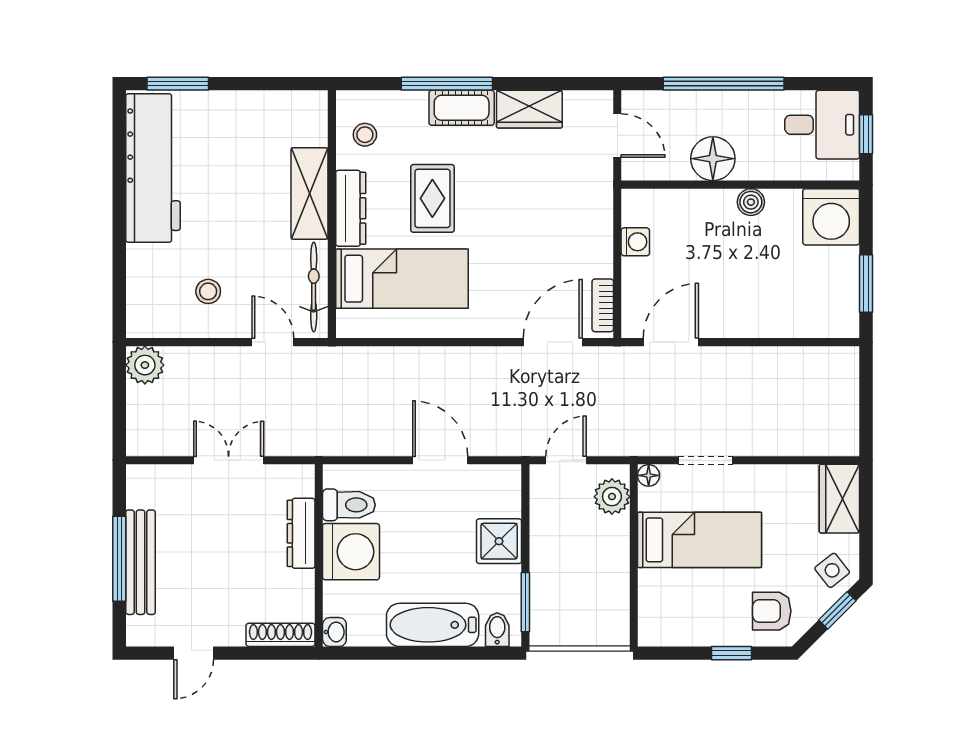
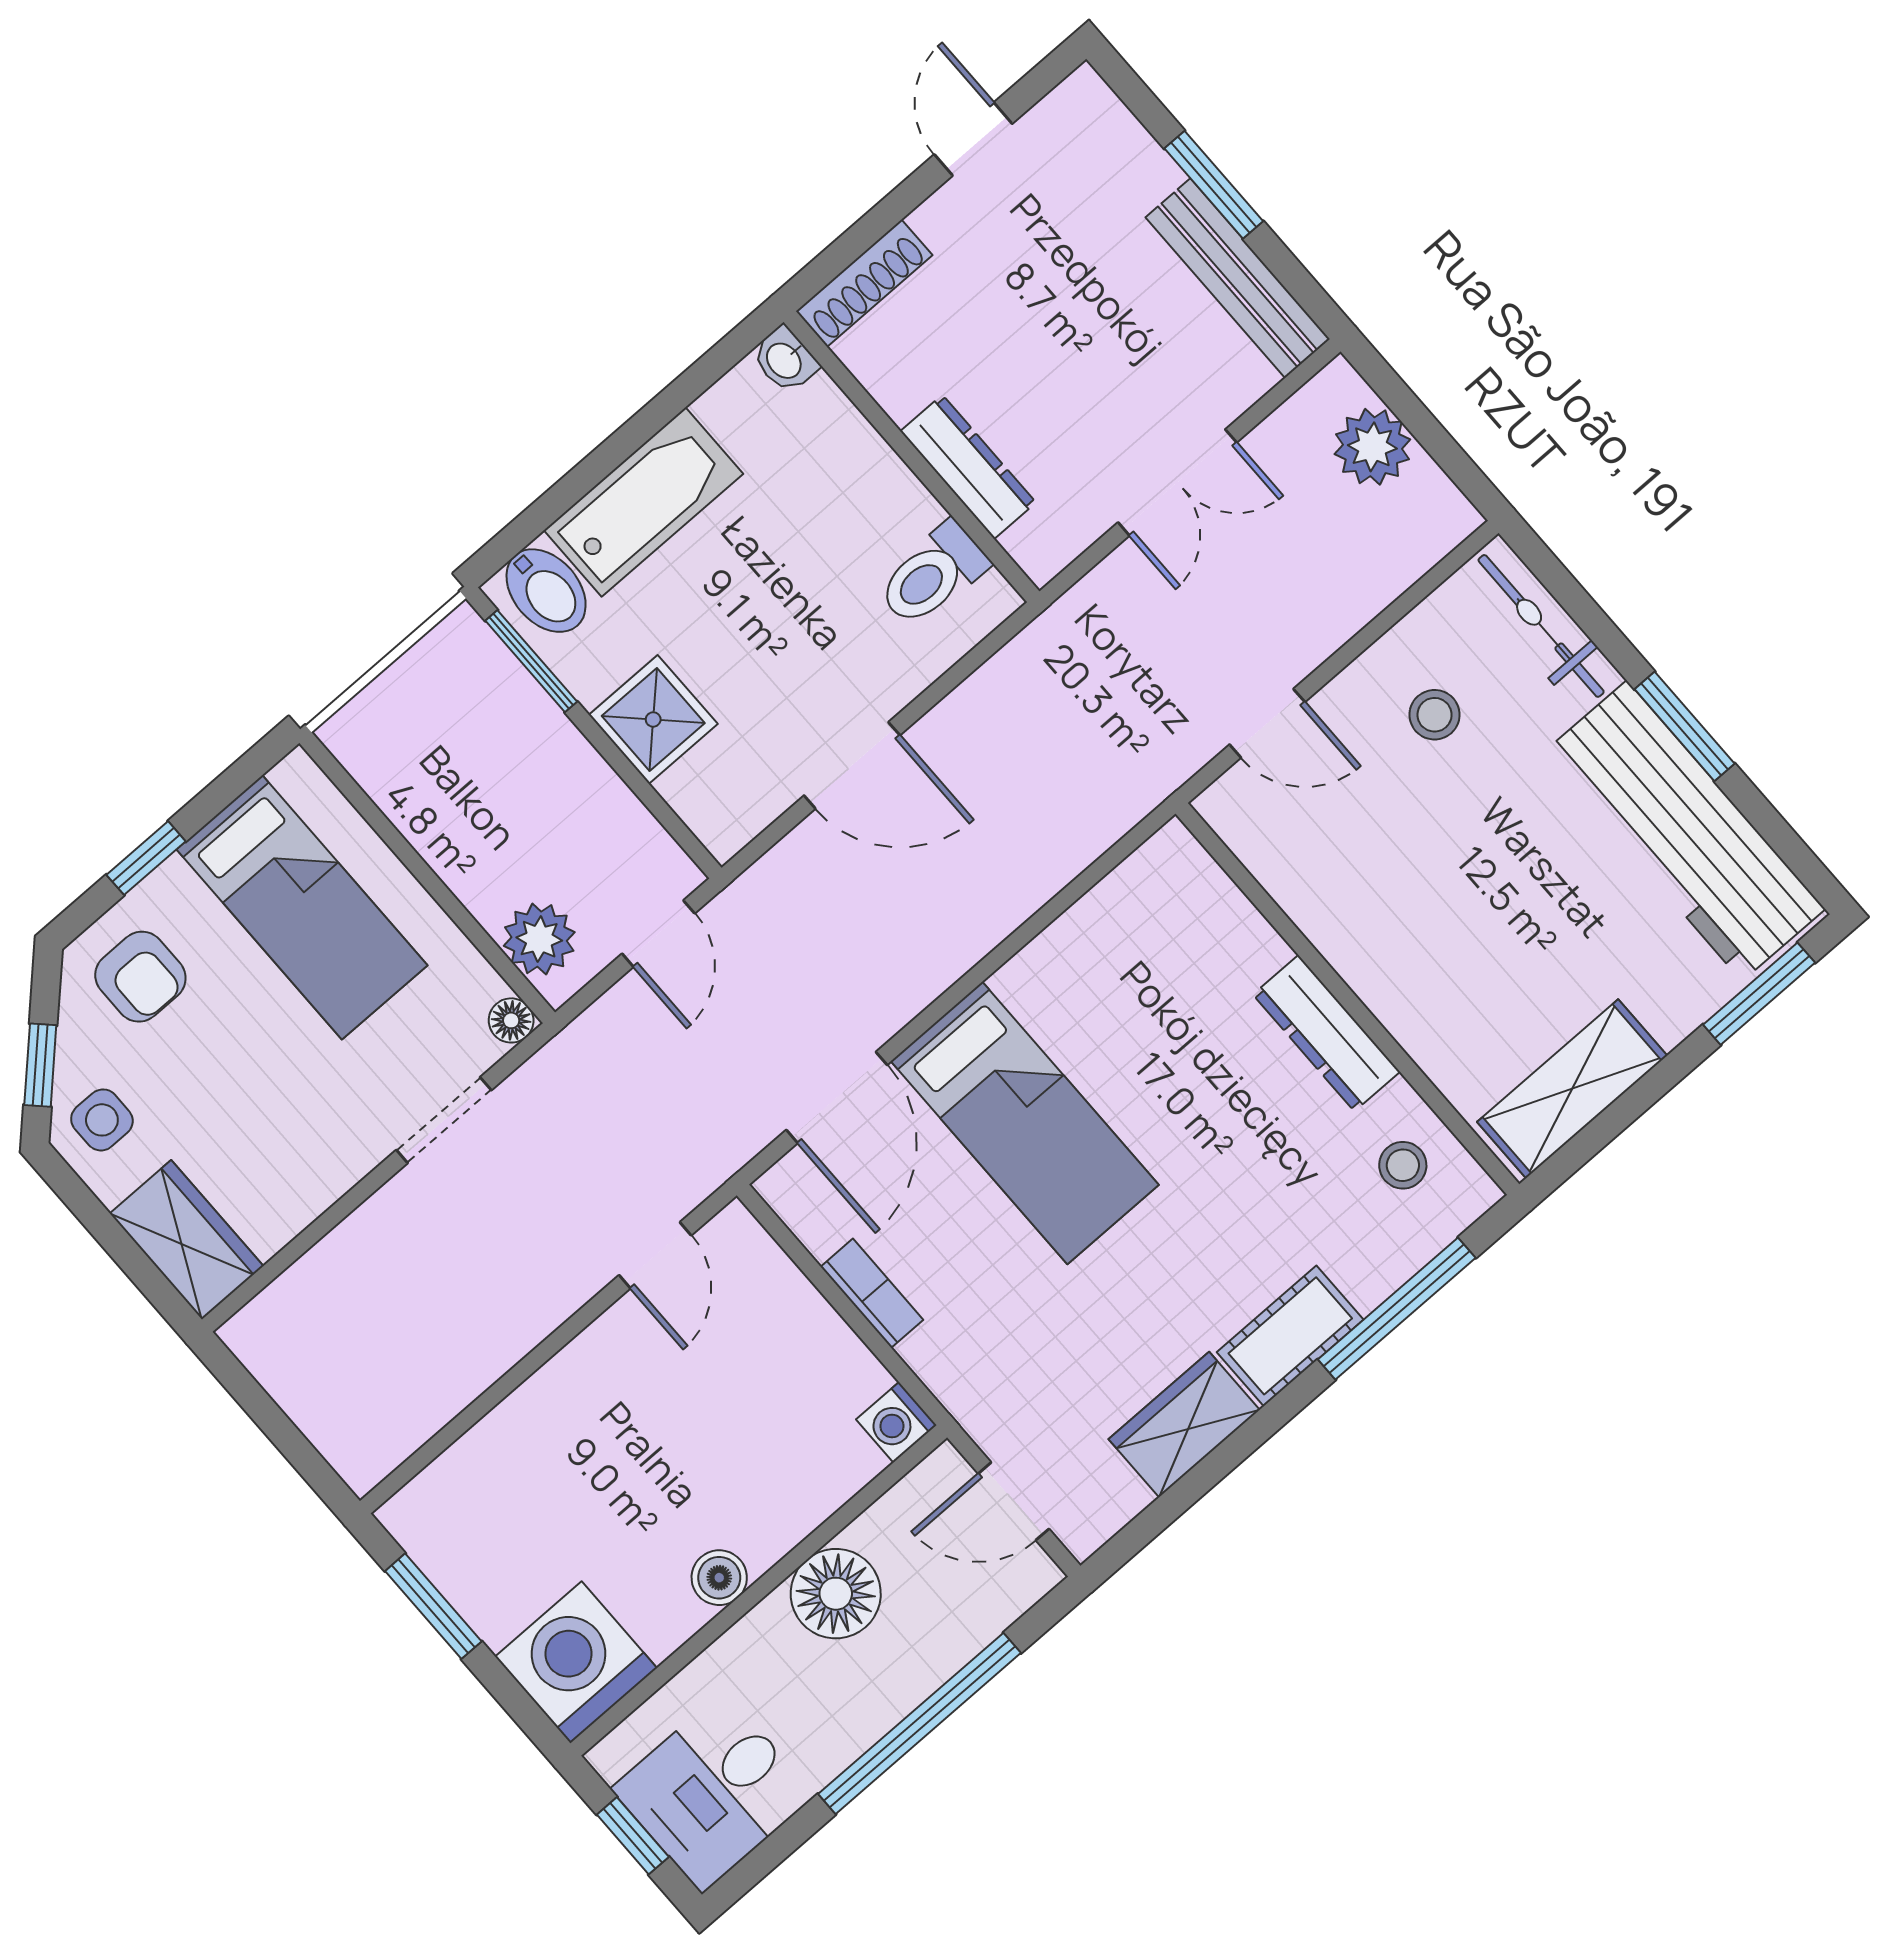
window: (447, 84) -> (1397, 1309), moved
shelving: (310, 193) -> (1572, 1089), moved, turned 90
rug: (432, 198) -> (1214, 1158), removed
window: (119, 207) -> (1685, 726), added
washing machine: (635, 242) -> (896, 1422), moved
bed: (402, 279) -> (1025, 1123), moved, turned -90
bicycle: (314, 287) -> (1541, 626), moved, turned 180
bookcase: (603, 305) -> (872, 1293), moved
door: (671, 342) -> (655, 1255), width x0.73
plant: (145, 365) -> (1372, 447), moved
bed: (700, 540) -> (302, 907), moved, turned -90
washing machine: (351, 552) -> (867, 505), removed
window: (119, 559) -> (1214, 185), width x0.69
bench: (140, 562) -> (1238, 278), moved
side table: (832, 570) -> (102, 1120), turned 38
armchair: (772, 611) -> (140, 977), turned 90
bidet: (497, 630) -> (546, 591), width x1.38, depth x1.36

